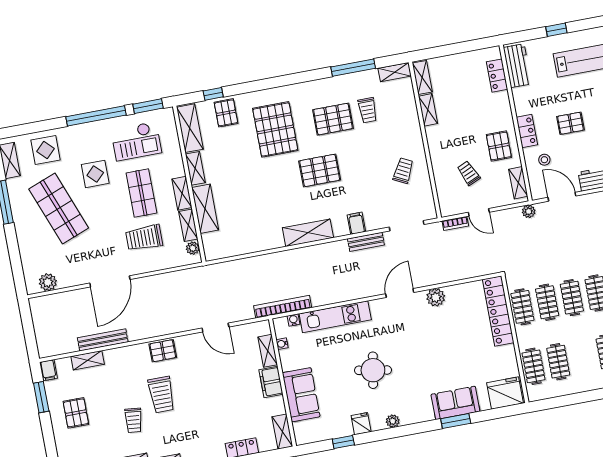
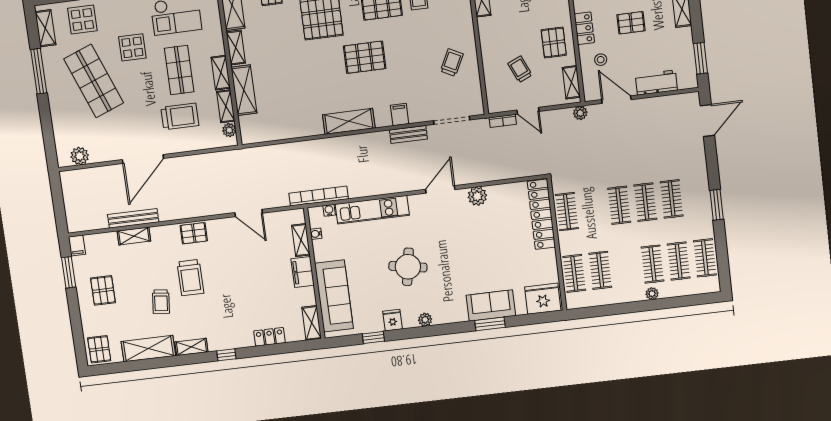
trolley: (144, 238) -> (180, 116), turned 180
clothes rail: (547, 302) -> (593, 208), removed
shelving: (88, 360) -> (134, 236), moved
sofa: (301, 395) -> (334, 296), width x1.36

